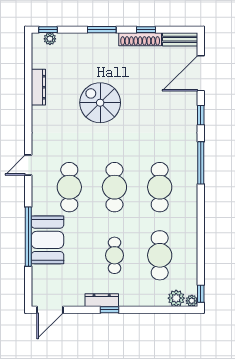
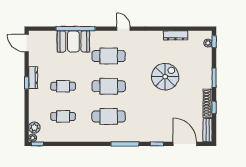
cafe table: (160, 255) -> (63, 116), width x0.73, depth x0.74

